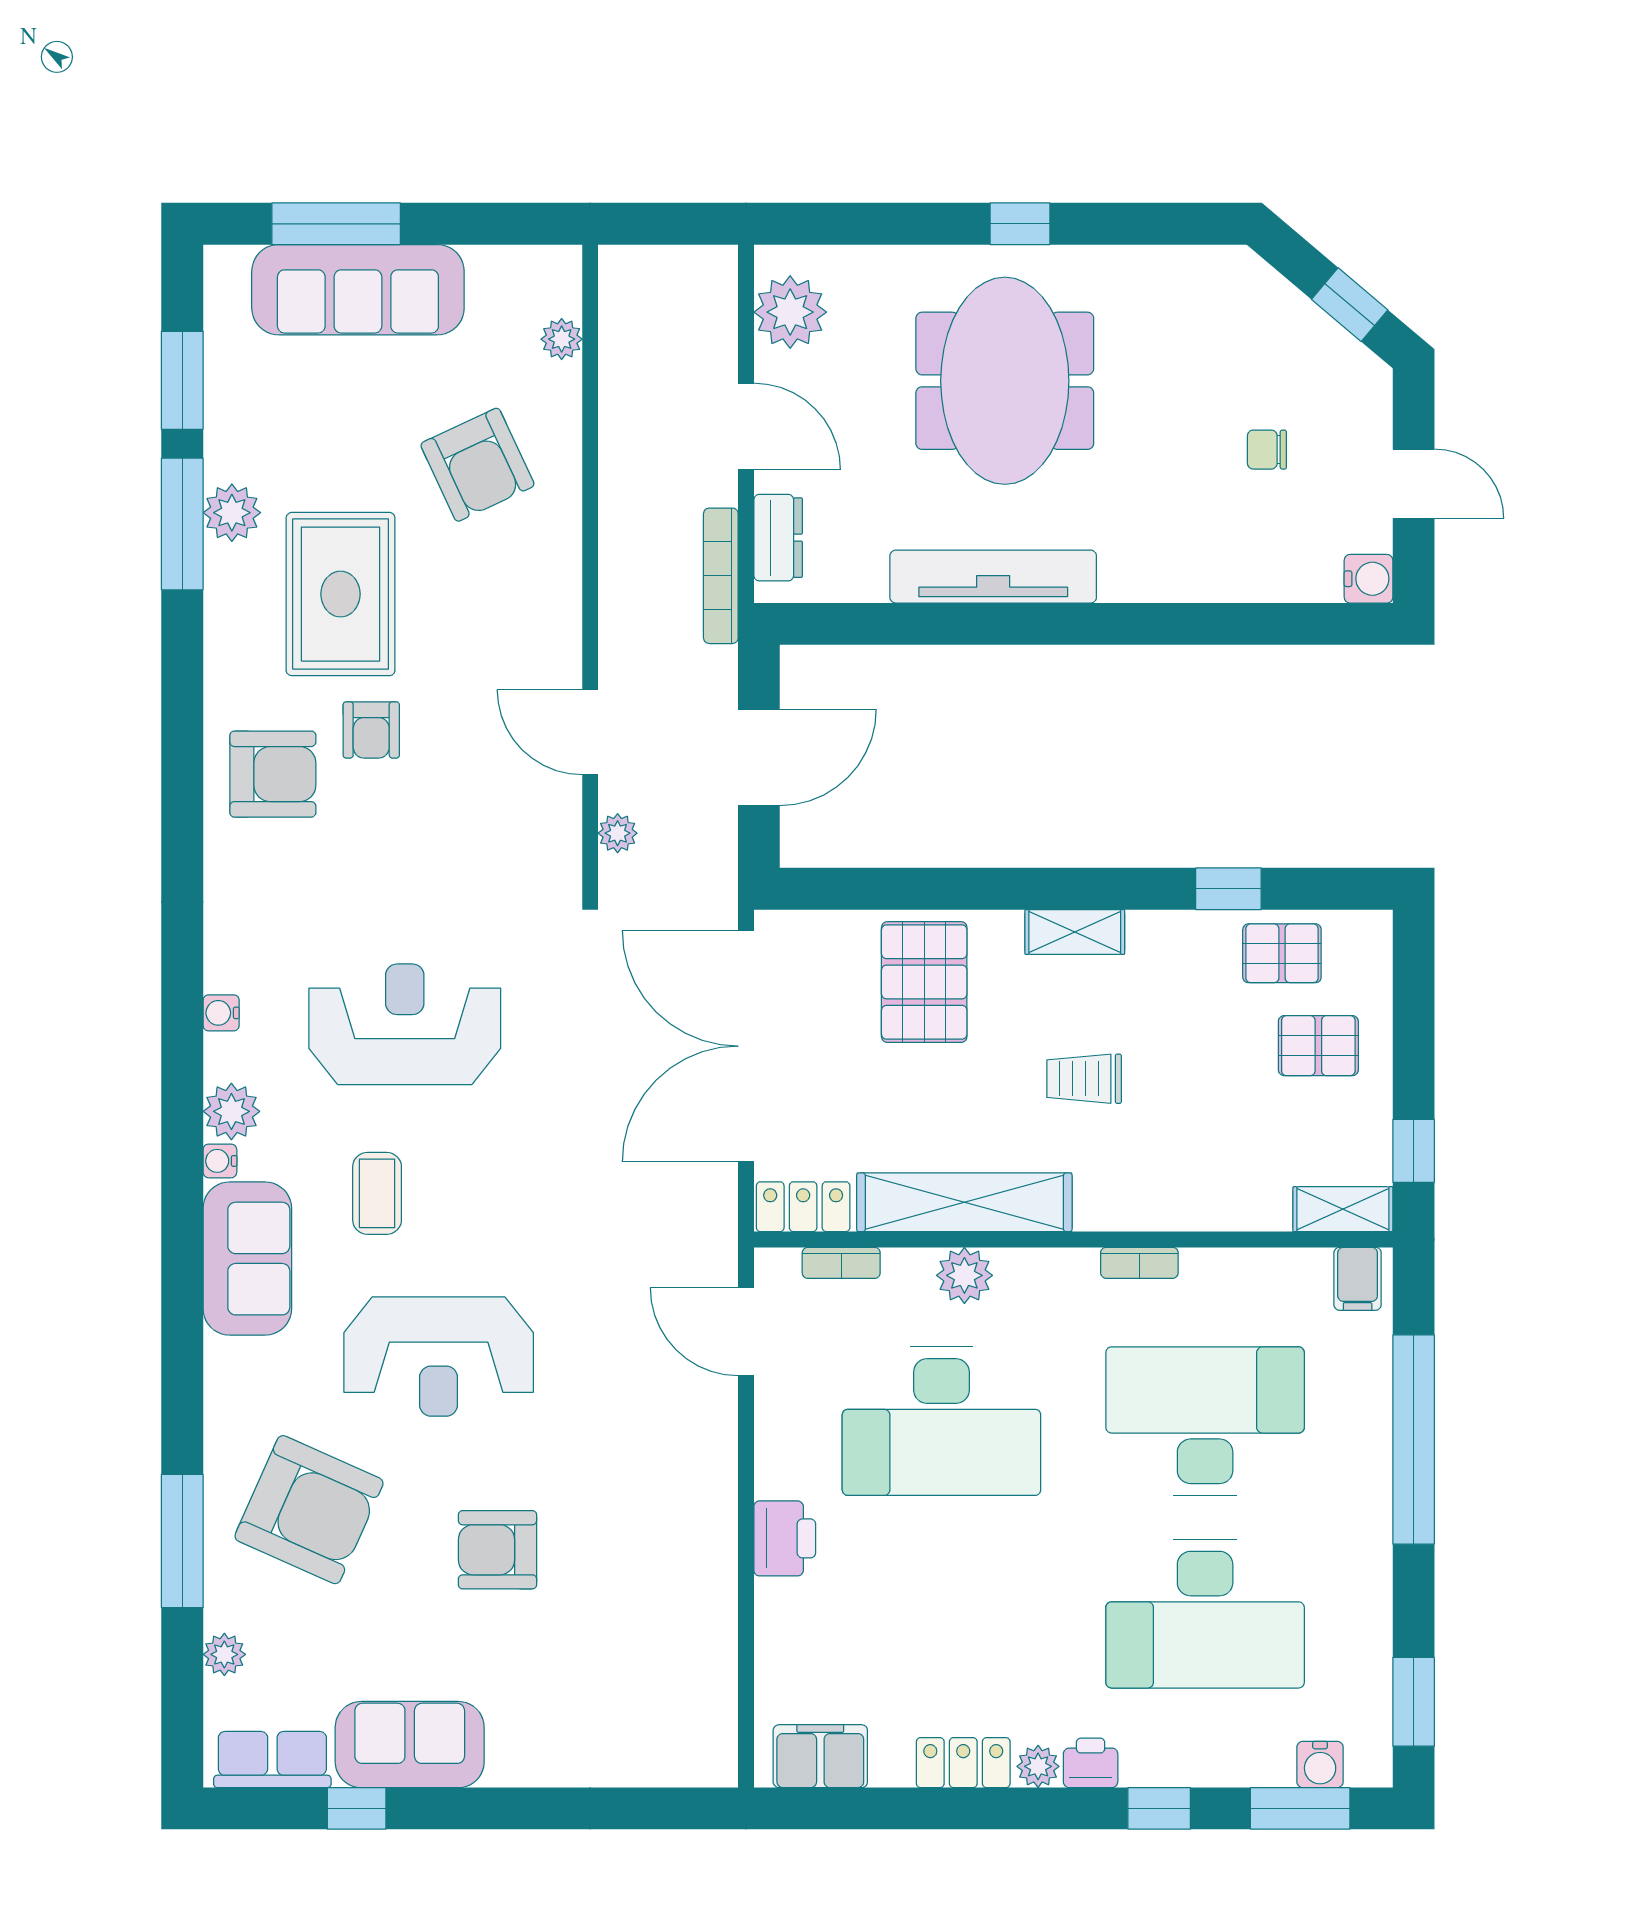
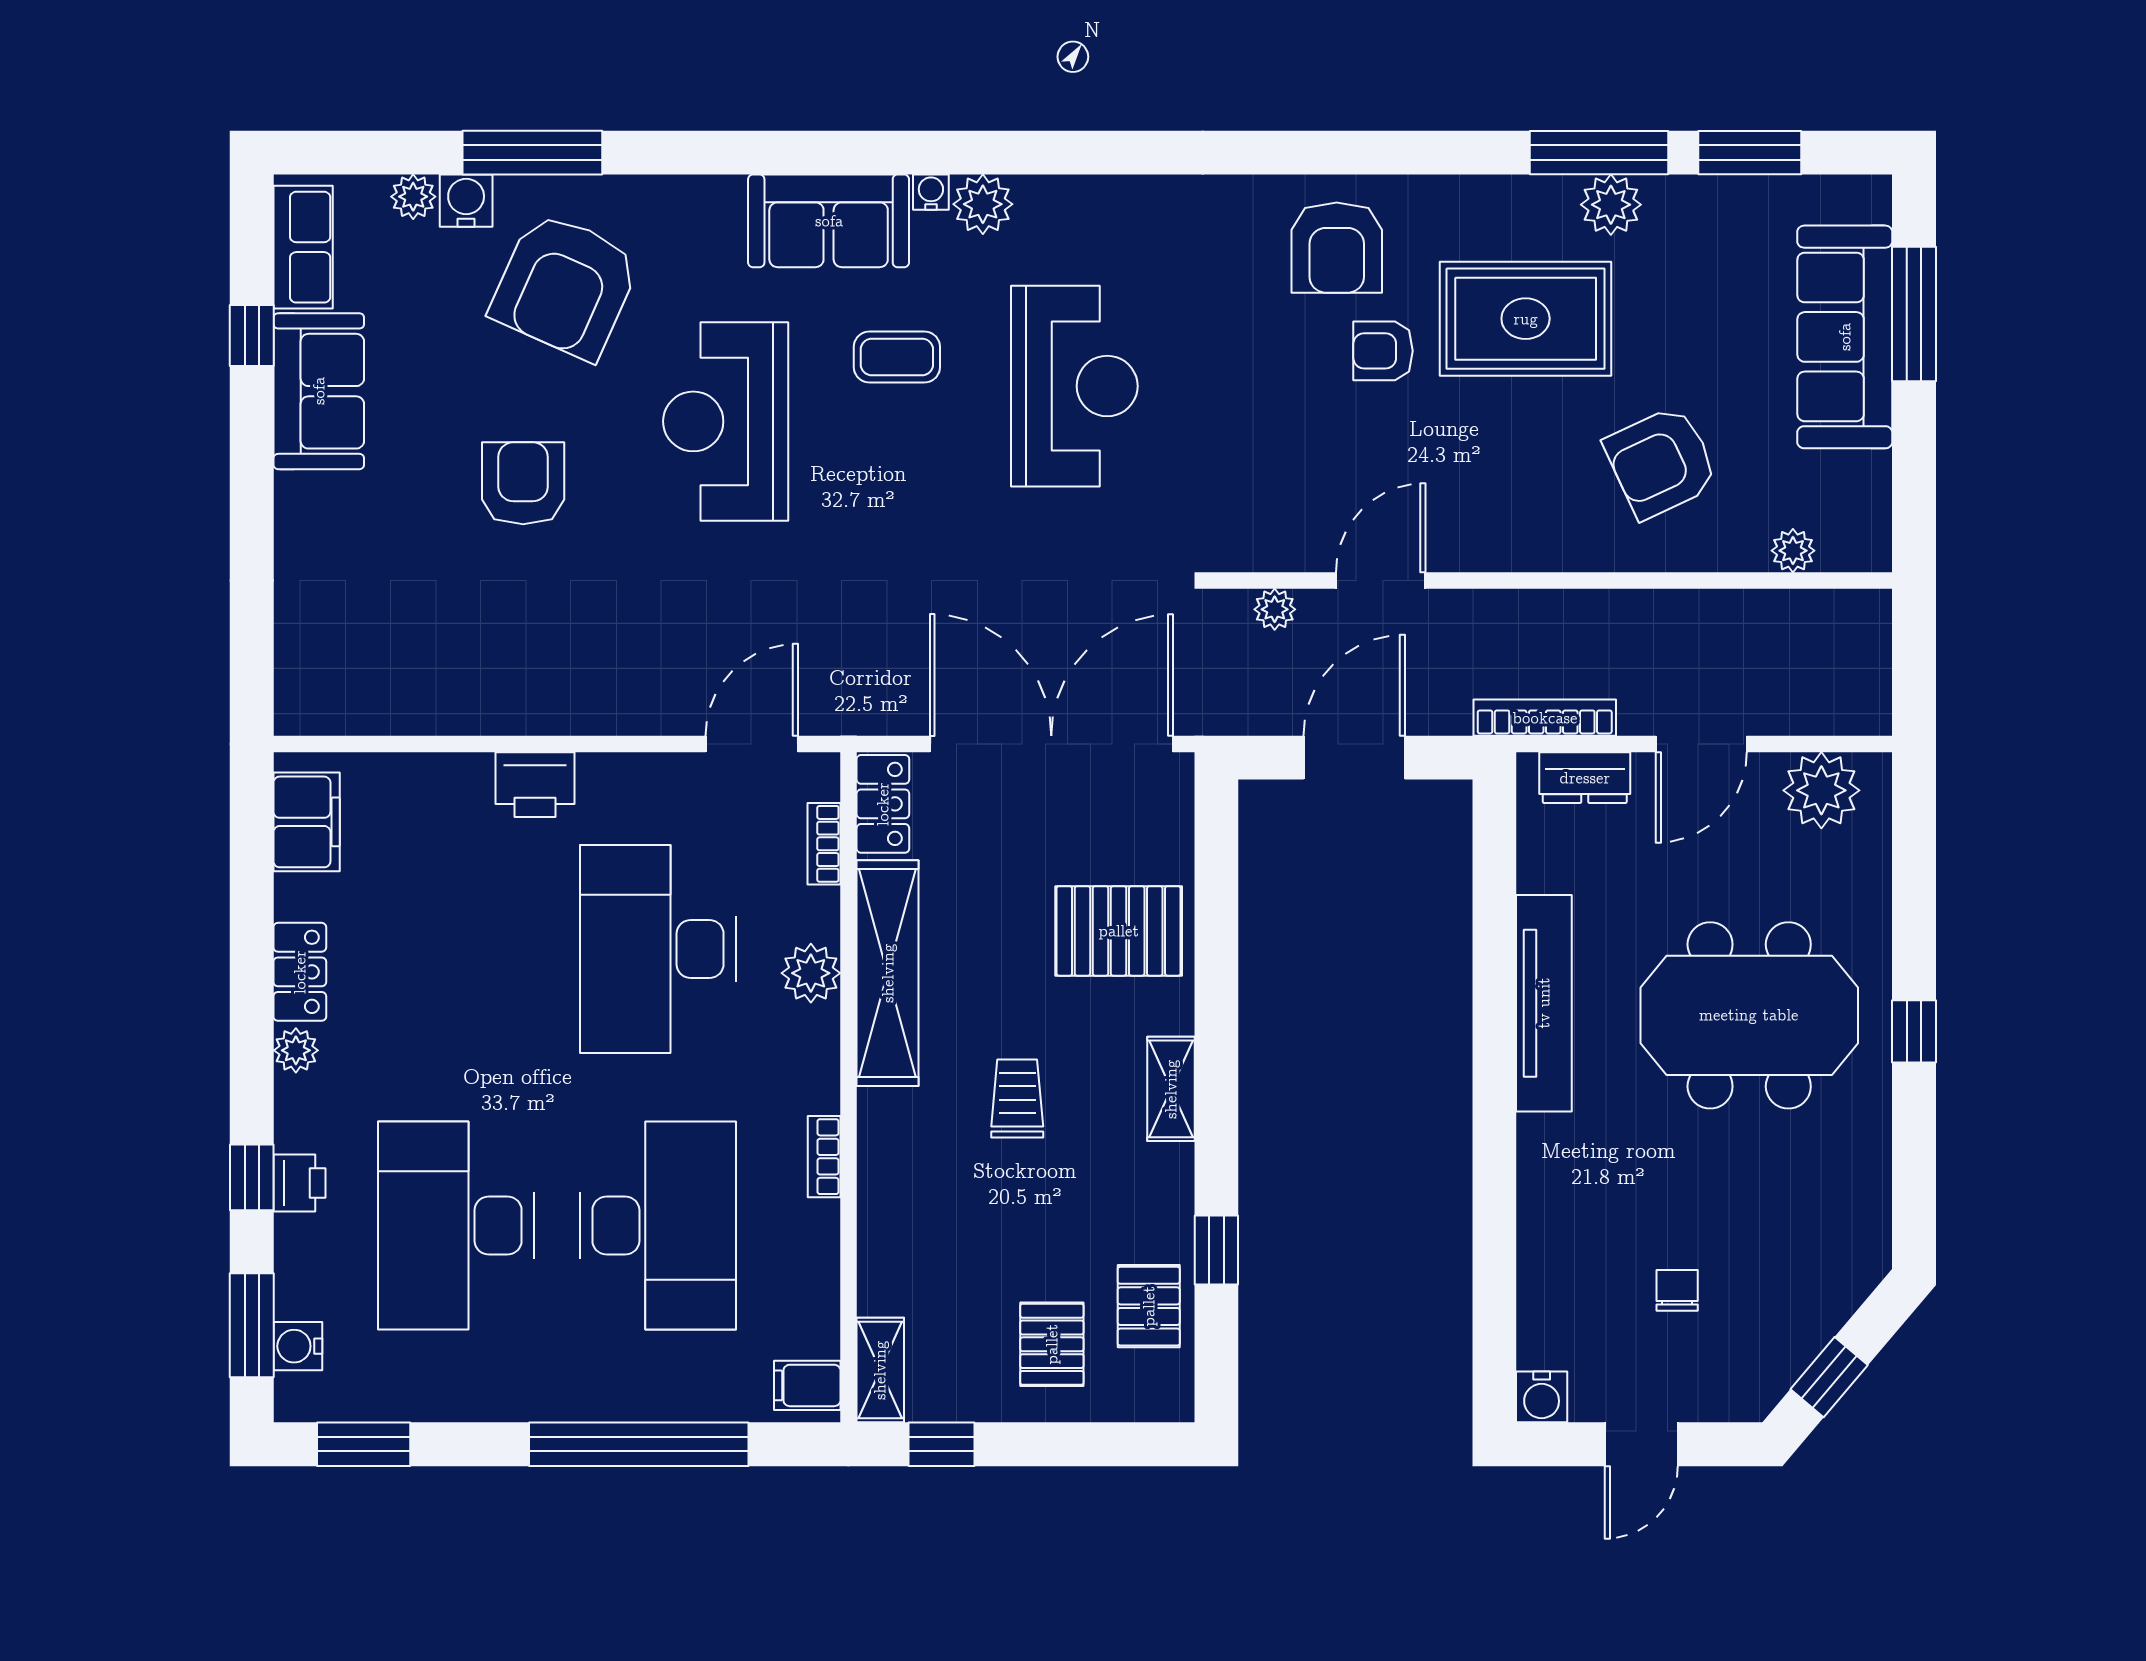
door: (759, 757) -> (1354, 758), swing flipped
water cooler: (221, 1013) -> (466, 201), moved, width x1.38, depth x1.38
printer: (1091, 1763) -> (300, 1183), moved

